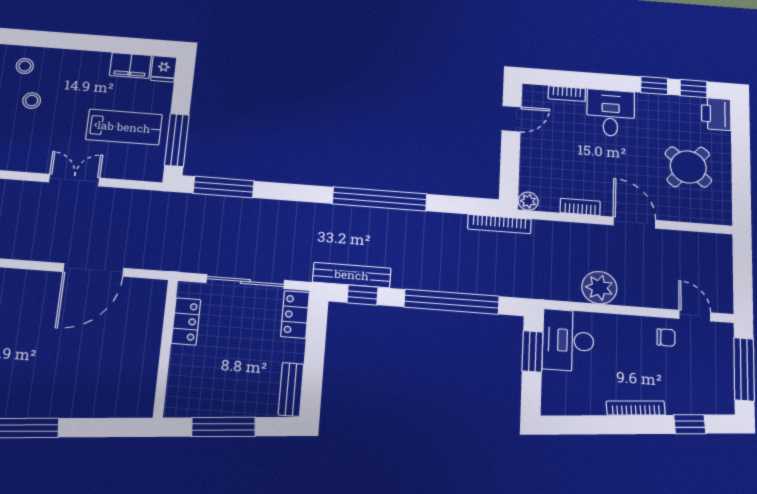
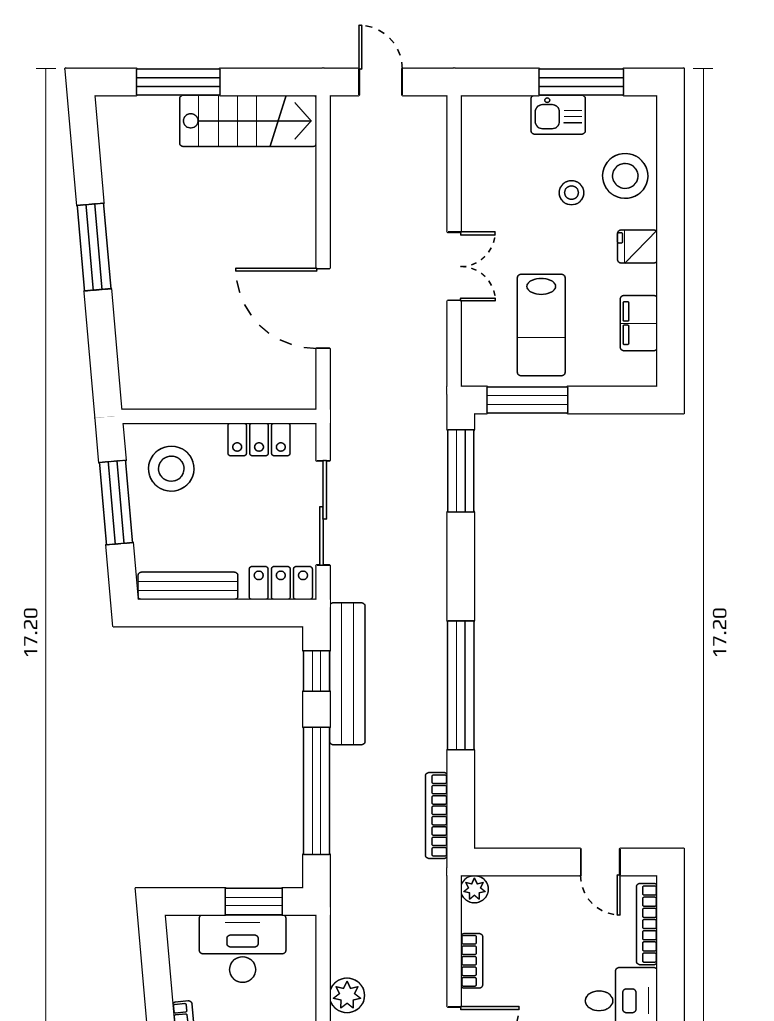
stool: (25, 66) -> (625, 176), width x1.89, depth x1.89
fridge: (164, 69) -> (638, 247), moved
bookcase: (567, 94) -> (647, 924), width x1.56
bookcase: (499, 224) -> (437, 815), moved
bench: (352, 275) -> (347, 674), width x1.37, depth x1.21
plant: (599, 288) -> (347, 995), width x0.73, depth x0.73
desk: (568, 340) -> (243, 948), moved
stool: (202, 385) -> (171, 469), added
bench: (291, 389) -> (188, 586), width x1.36

